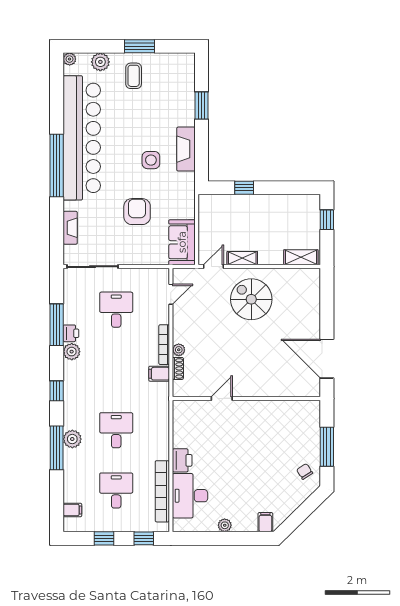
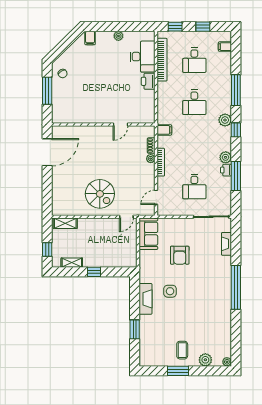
bar counter: (82, 138) -> (218, 307), removed
window: (244, 188) -> (94, 272), moved
shelving: (242, 258) -> (72, 263), moved
door: (327, 359) -> (47, 152), hinge flipped
filing cabinet: (159, 374) -> (164, 130), moved
plant: (72, 439) -> (225, 120), moved

